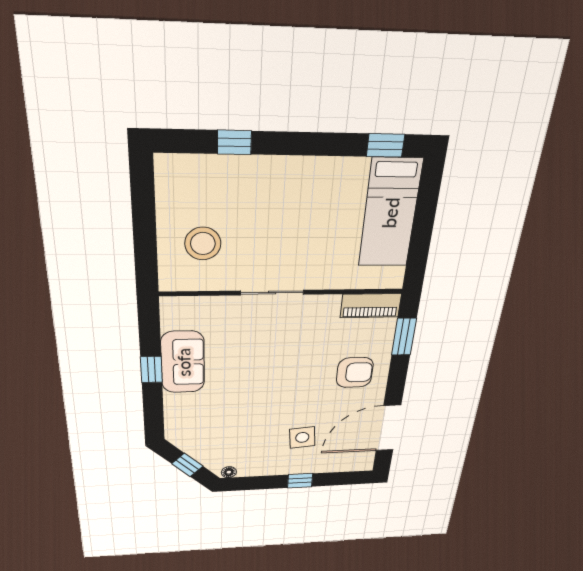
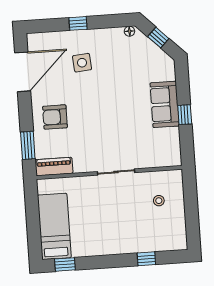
stool: (203, 244) -> (159, 201), width x0.53, depth x0.53
sofa: (183, 362) -> (165, 104), moved

